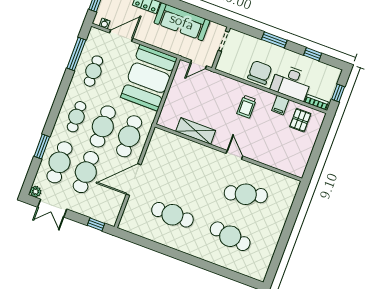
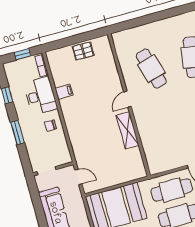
chair: (260, 72) -> (50, 126), width x0.54, depth x0.54
trolley: (247, 107) -> (84, 117), removed
pallet: (300, 120) -> (83, 51), moved
shelving: (196, 131) -> (127, 130), moved

